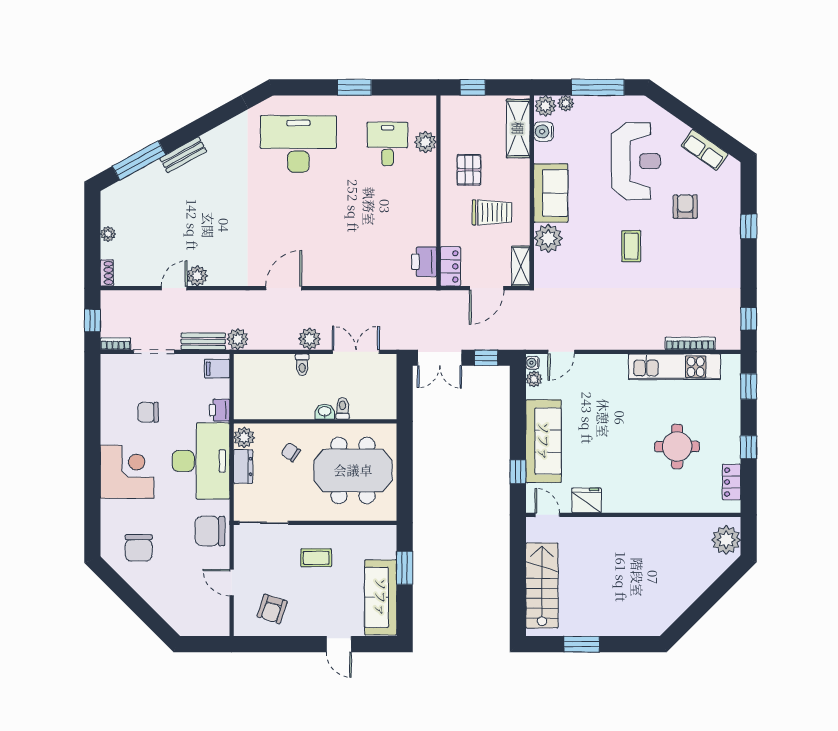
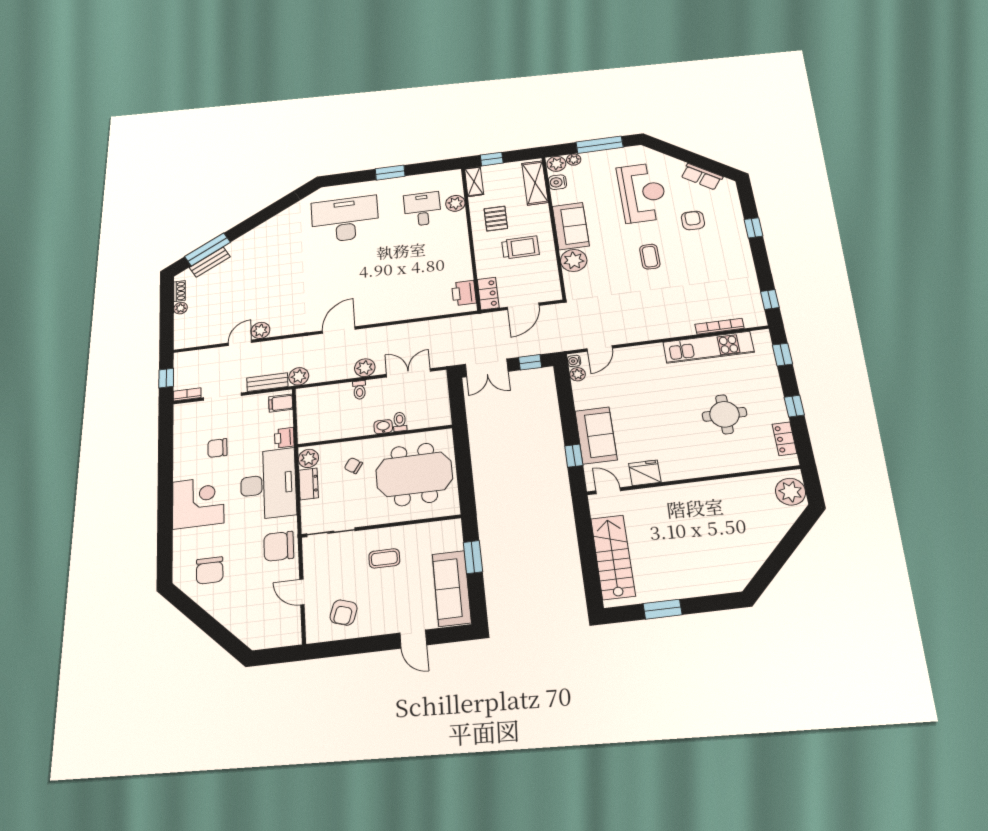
bench: (183, 155) -> (210, 262), moved
shelving: (521, 266) -> (474, 181), moved
shoe rack: (107, 273) -> (180, 291), moved
sofa: (544, 441) -> (596, 435), width x0.73

